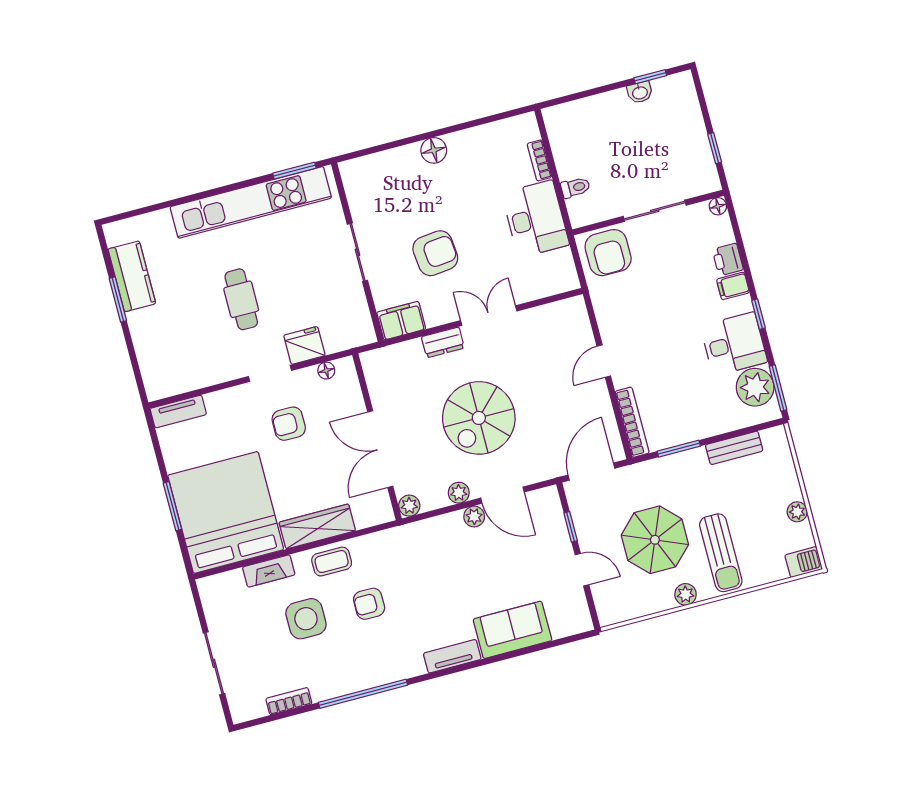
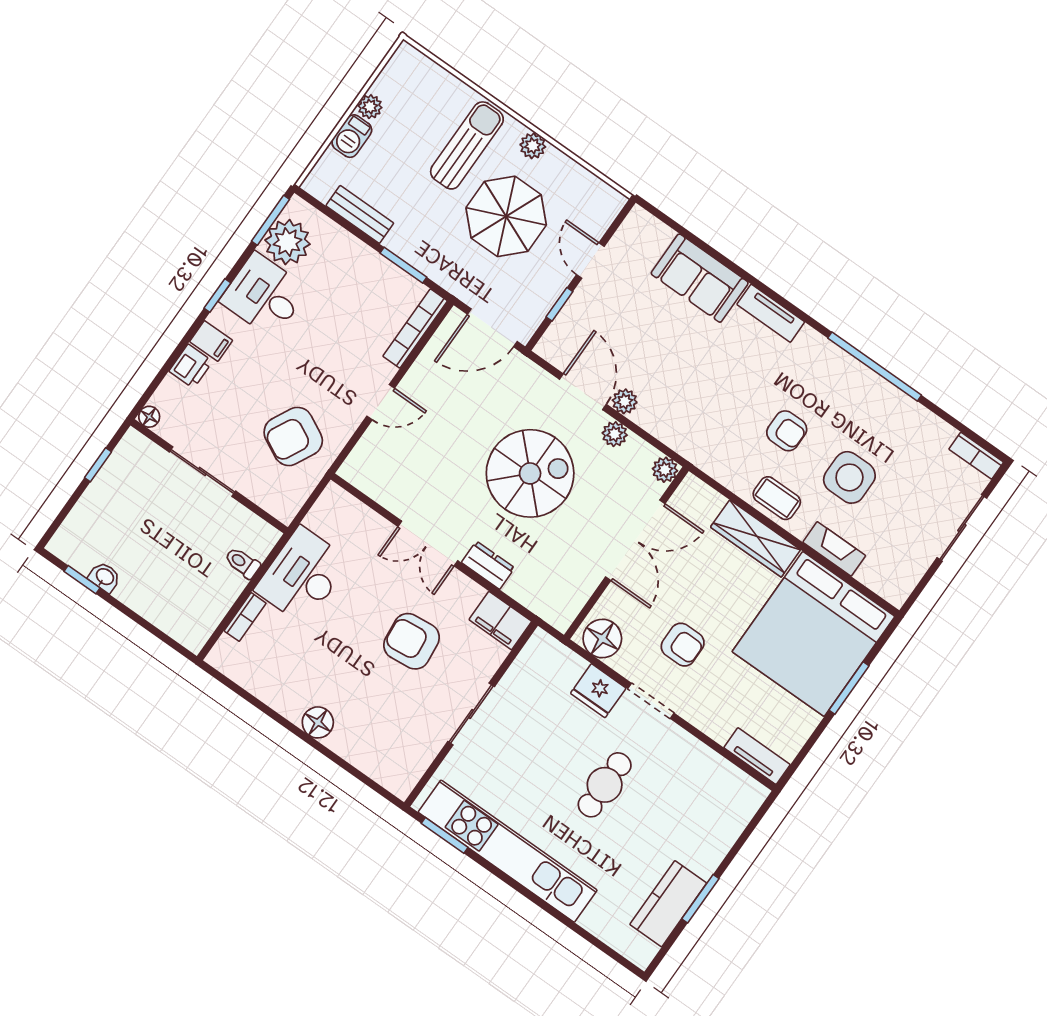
armchair: (608, 253) -> (293, 436), moved, turned -153
floor lamp: (326, 371) -> (602, 639), width x1.89, depth x1.89
barbecue: (804, 562) -> (352, 136), moved, turned -90
bookcase: (289, 701) -> (976, 456), moved

